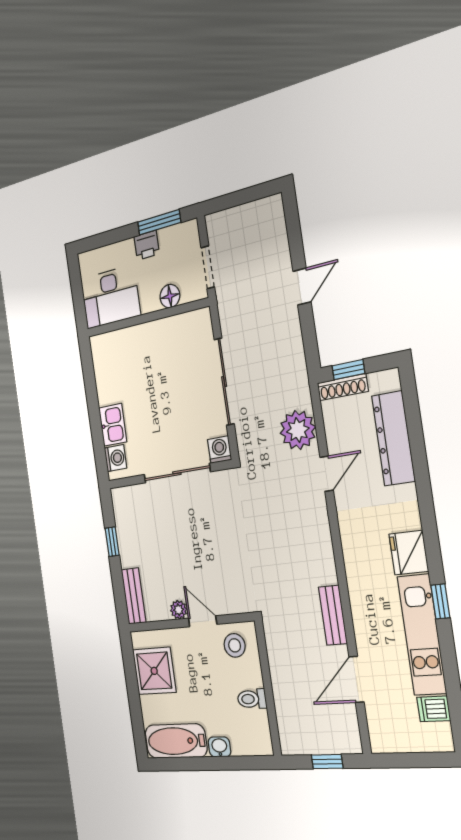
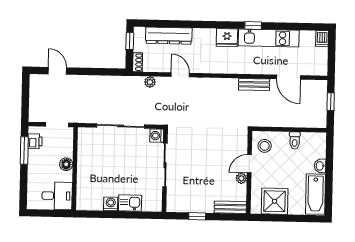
printer: (147, 245) -> (35, 141), moved
door: (302, 287) -> (57, 71), moved
floor lamp: (170, 296) -> (66, 164), moved
desk: (110, 297) -> (57, 196), width x0.73
window: (348, 370) -> (130, 41), moved
shoe rack: (343, 387) -> (138, 62), width x0.70
plant: (298, 430) -> (150, 82), width x0.53, depth x0.53
washing machine: (115, 458) -> (111, 204), moved
dishwasher: (434, 709) -> (322, 39), moved

